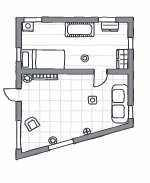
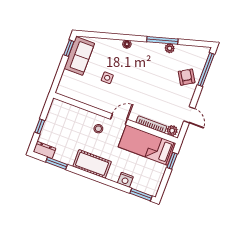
dresser: (110, 26) -> (44, 150), moved
nightstand: (28, 27) -> (125, 180), moved
wardrobe: (123, 59) -> (56, 111), removed
door: (100, 72) -> (119, 119), moved
sofa: (120, 104) -> (79, 56), width x0.73

